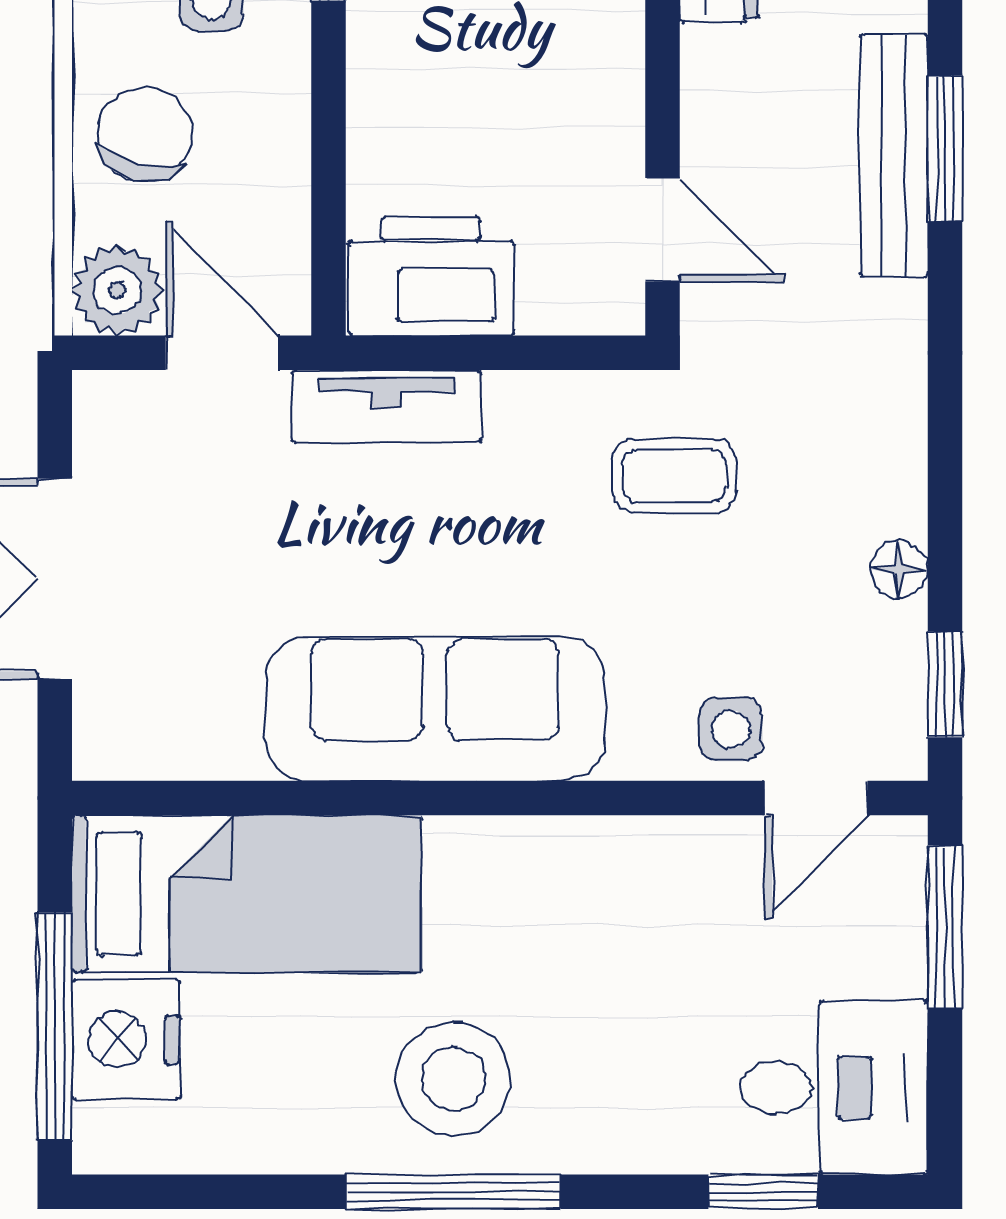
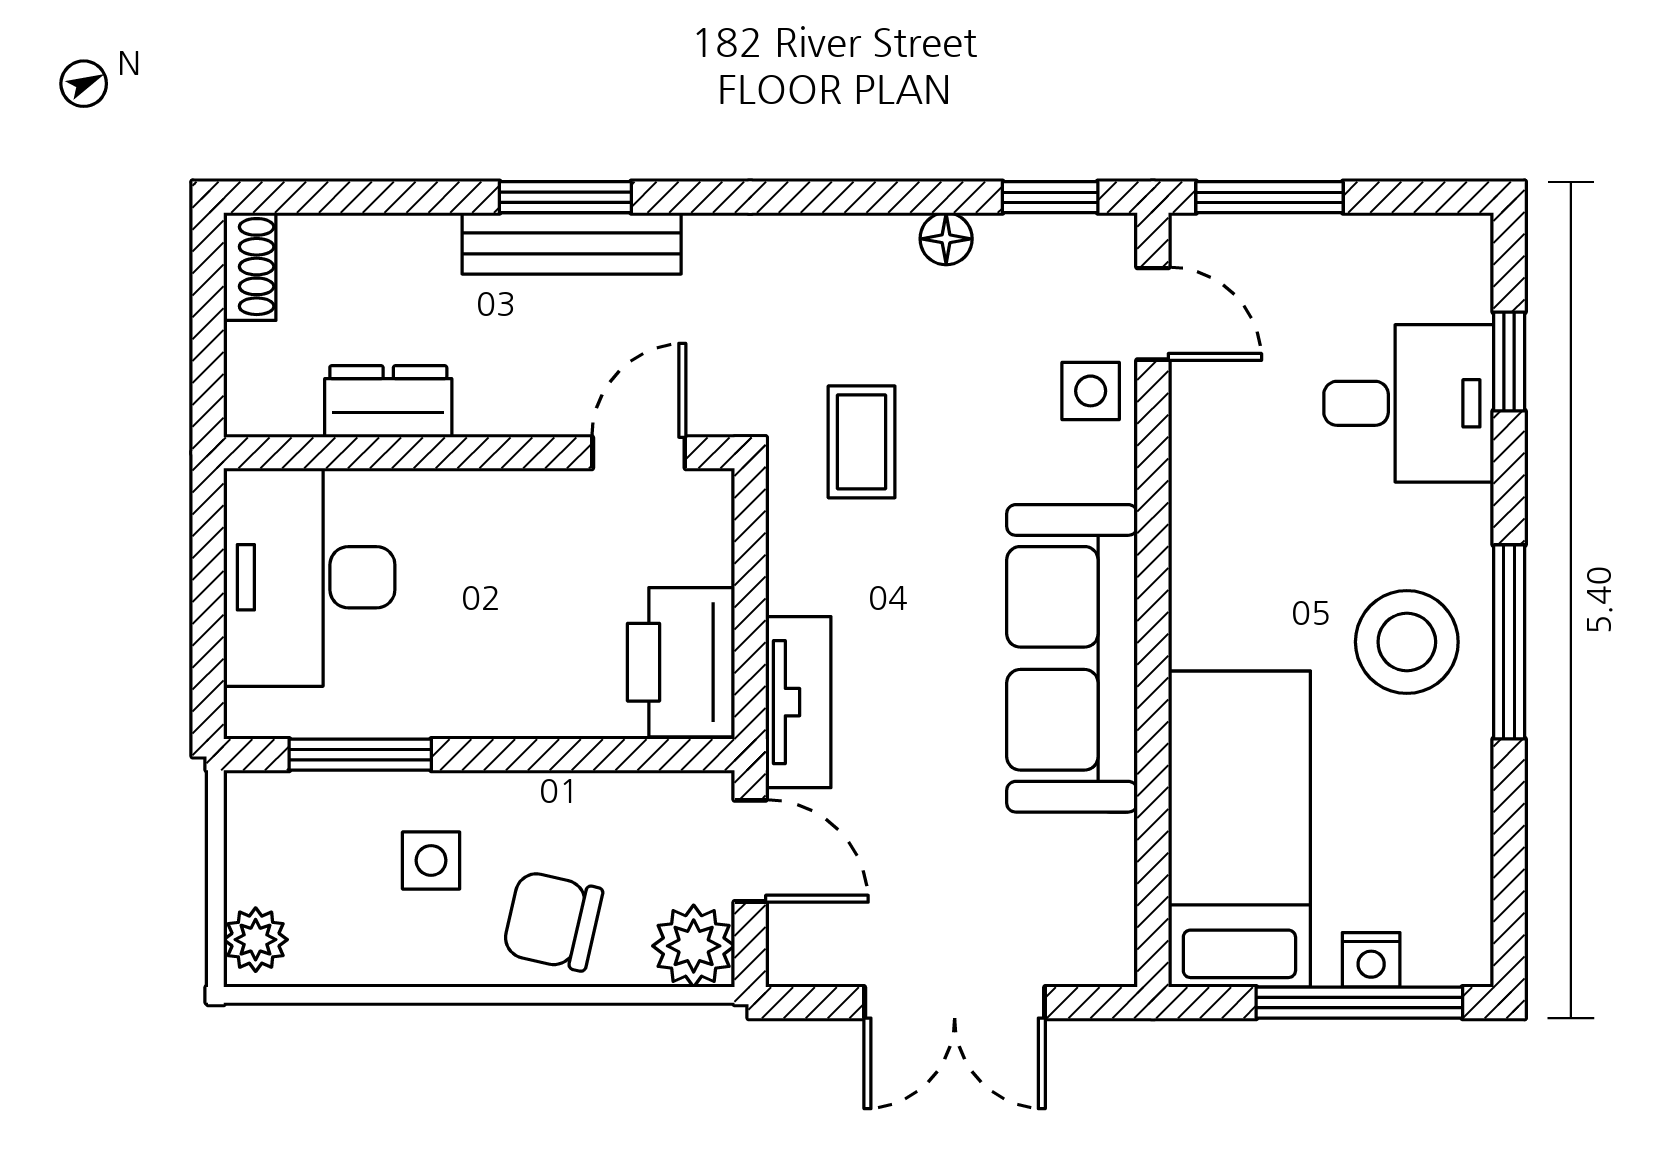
door: (222, 353) -> (750, 851), swing flipped
nightstand: (126, 1039) -> (1371, 960), width x0.53, depth x0.56
desk: (834, 1088) -> (1409, 403), moved, turned 90

